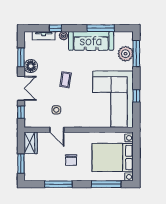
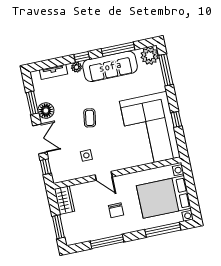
window: (55, 28) -> (82, 57), moved
plant: (126, 54) -> (150, 56), moved
door: (57, 130) -> (104, 176), moved

